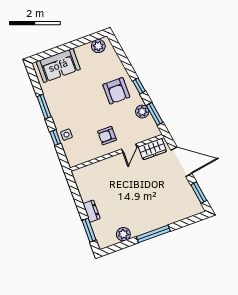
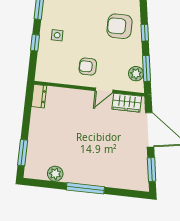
armchair: (116, 91) -> (120, 26), turned 90
plant: (142, 112) -> (136, 74), moved
side table: (66, 135) -> (57, 35), moved
dresser: (91, 211) -> (39, 96), moved

